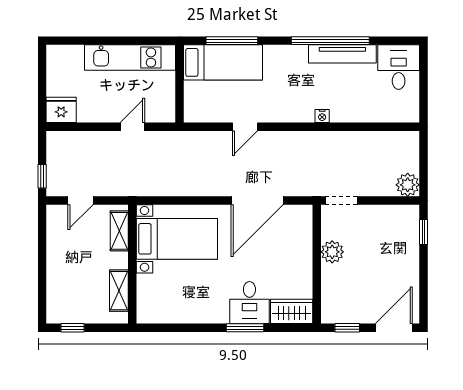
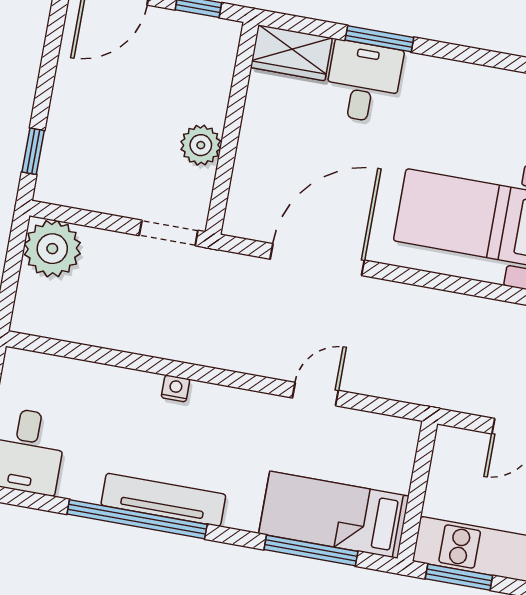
window: (148, 41) -> (459, 577), added
tv unit: (342, 54) -> (163, 500), moved
plant: (408, 185) -> (52, 249), width x1.36, depth x1.36

